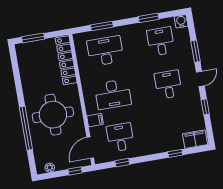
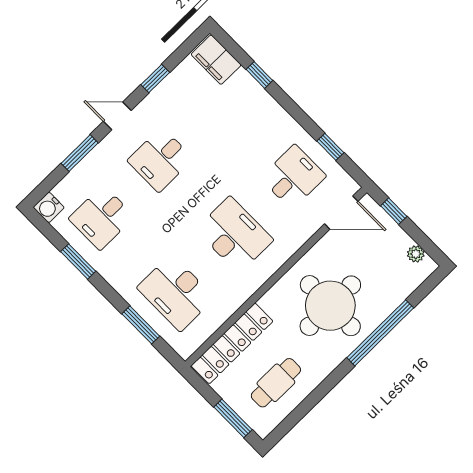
cafe table: (36, 68) -> (276, 383), added
filing cabinet: (95, 120) -> (294, 235), removed
desk: (120, 137) -> (293, 177), turned 180

